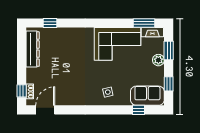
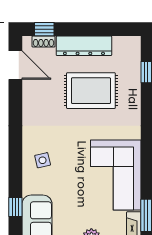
dresser: (33, 49) -> (84, 46), moved
rug: (62, 60) -> (91, 91), added

